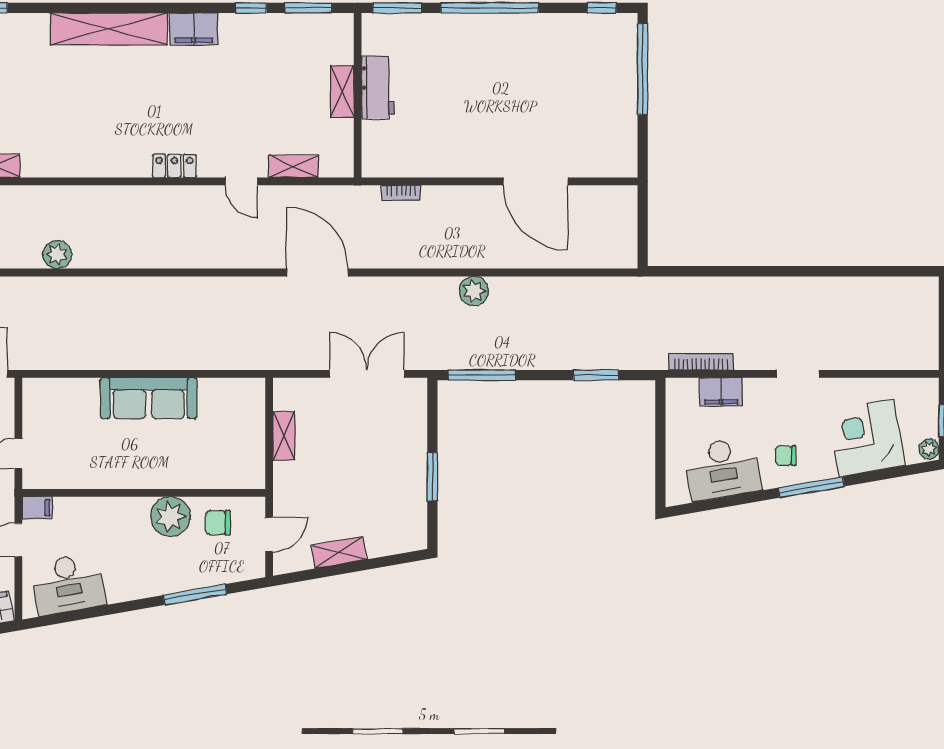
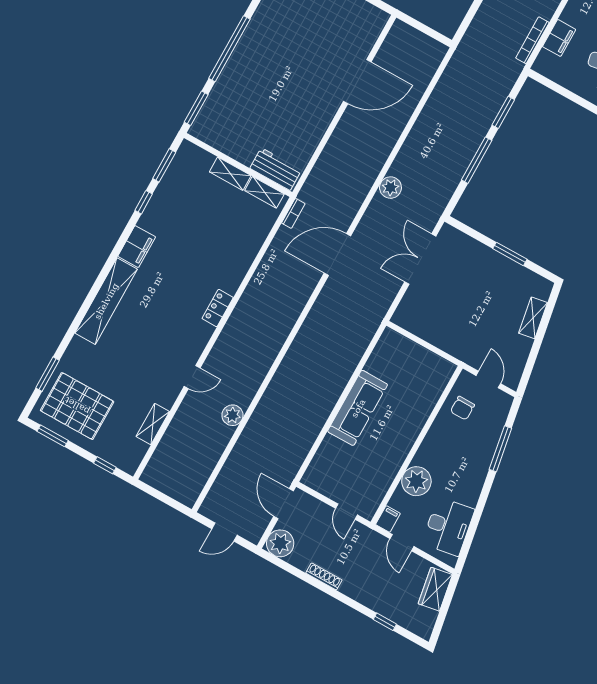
workbench: (378, 87) -> (276, 169), moved
shelving: (293, 166) -> (264, 192), moved, turned 90
door: (241, 181) -> (192, 377), moved
bookcase: (401, 193) -> (293, 213), moved
plant: (474, 291) -> (390, 188), moved
window: (482, 375) -> (477, 160), moved
shelving: (284, 436) -> (430, 335), removed
plant: (171, 517) -> (416, 481), moved
shelving: (339, 552) -> (533, 318), moved

